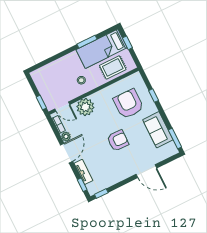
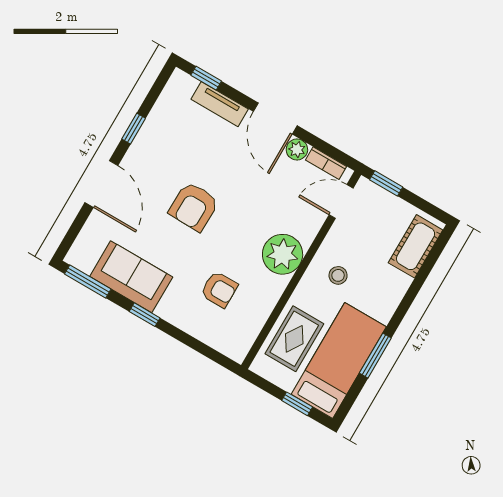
cot: (46, 72) -> (416, 246), added
window: (154, 96) -> (145, 315), moved
armchair: (128, 104) -> (219, 289), width x0.53, depth x0.53
plant: (85, 107) -> (283, 254), moved
door: (146, 171) -> (101, 184), swing flipped
window: (101, 193) -> (134, 129), moved

